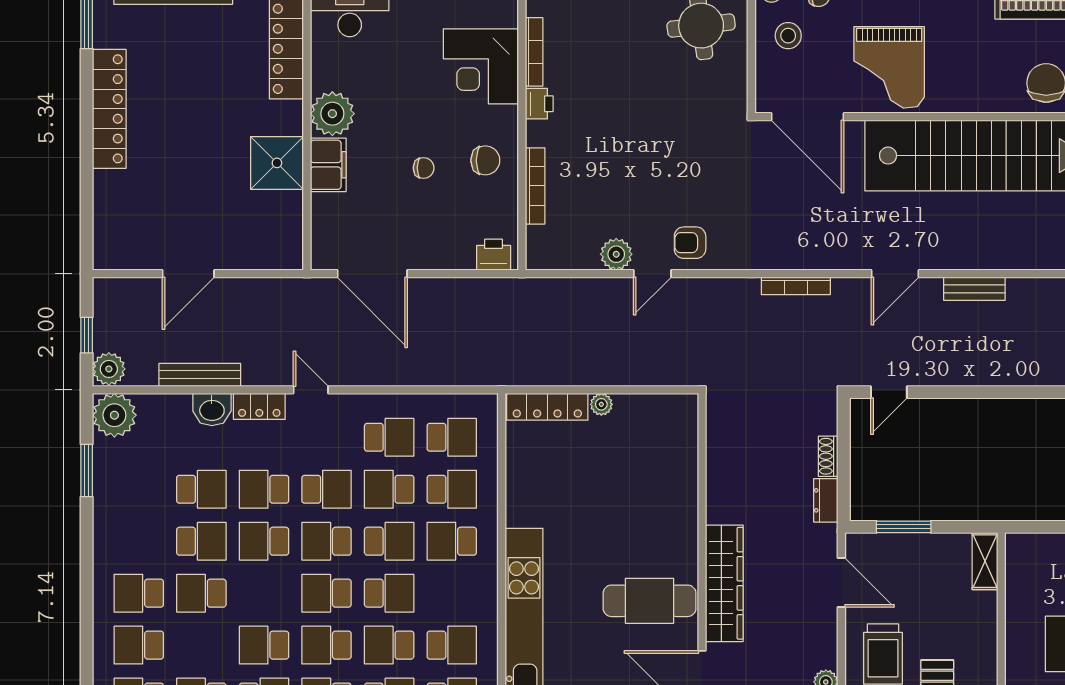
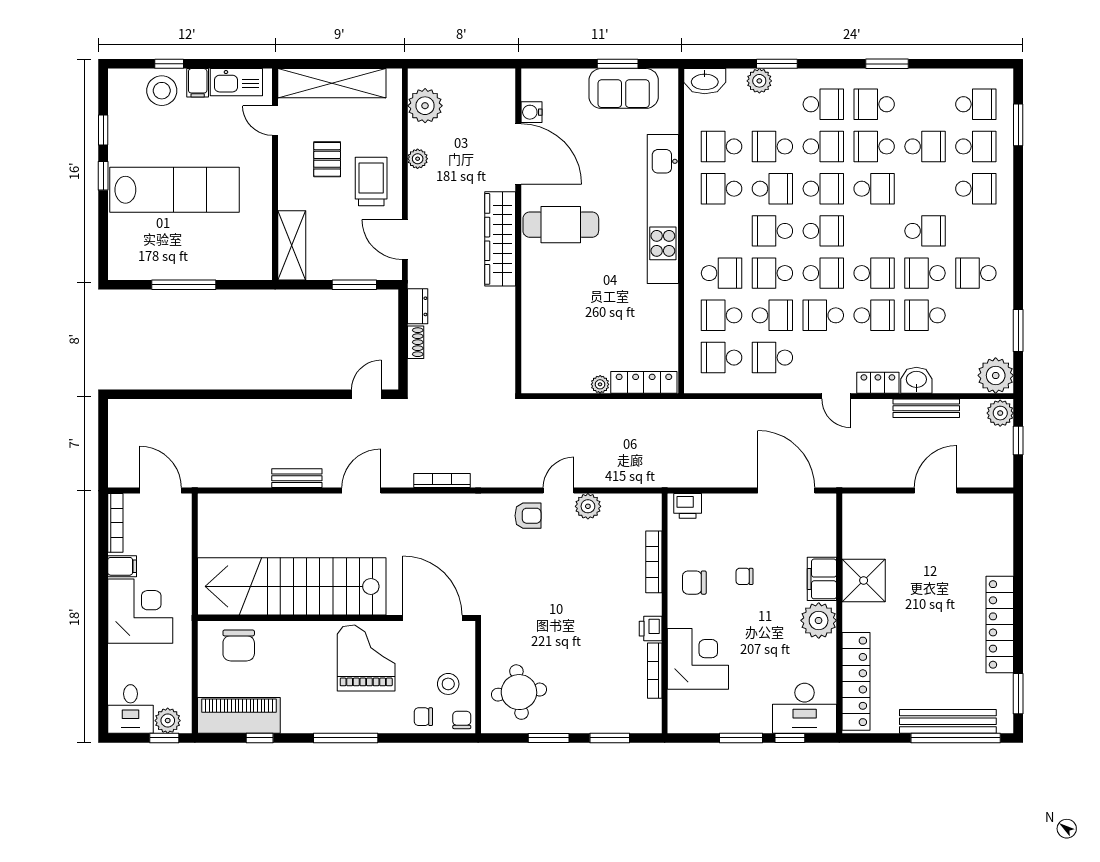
shelving: (985, 561) -> (292, 245), width x1.50, depth x1.33
school desk: (139, 593) -> (976, 273), moved, turned 180

